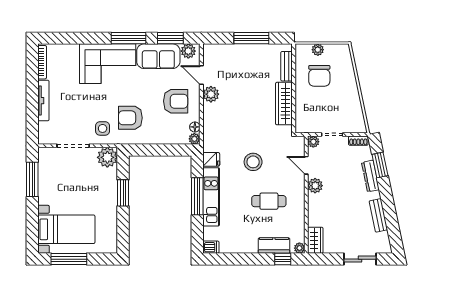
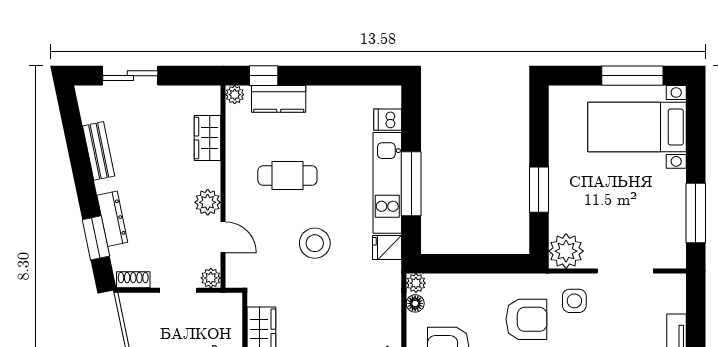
wardrobe: (315, 240) -> (207, 138), moved
dishwasher: (211, 247) -> (388, 120), moved

